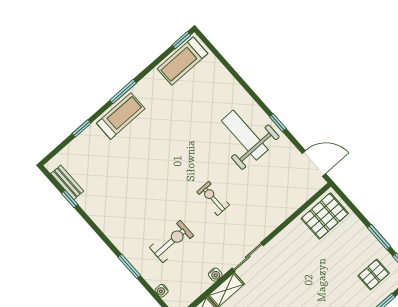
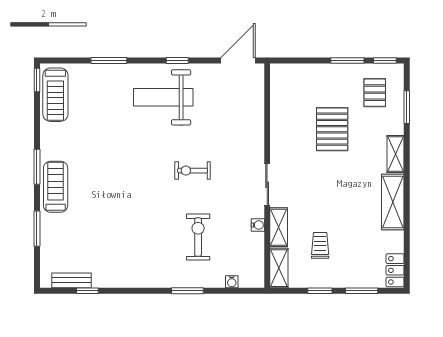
window: (237, 77) -> (109, 61), added
window: (82, 128) -> (37, 229), width x1.50
pallet: (325, 216) -> (332, 129), moved

